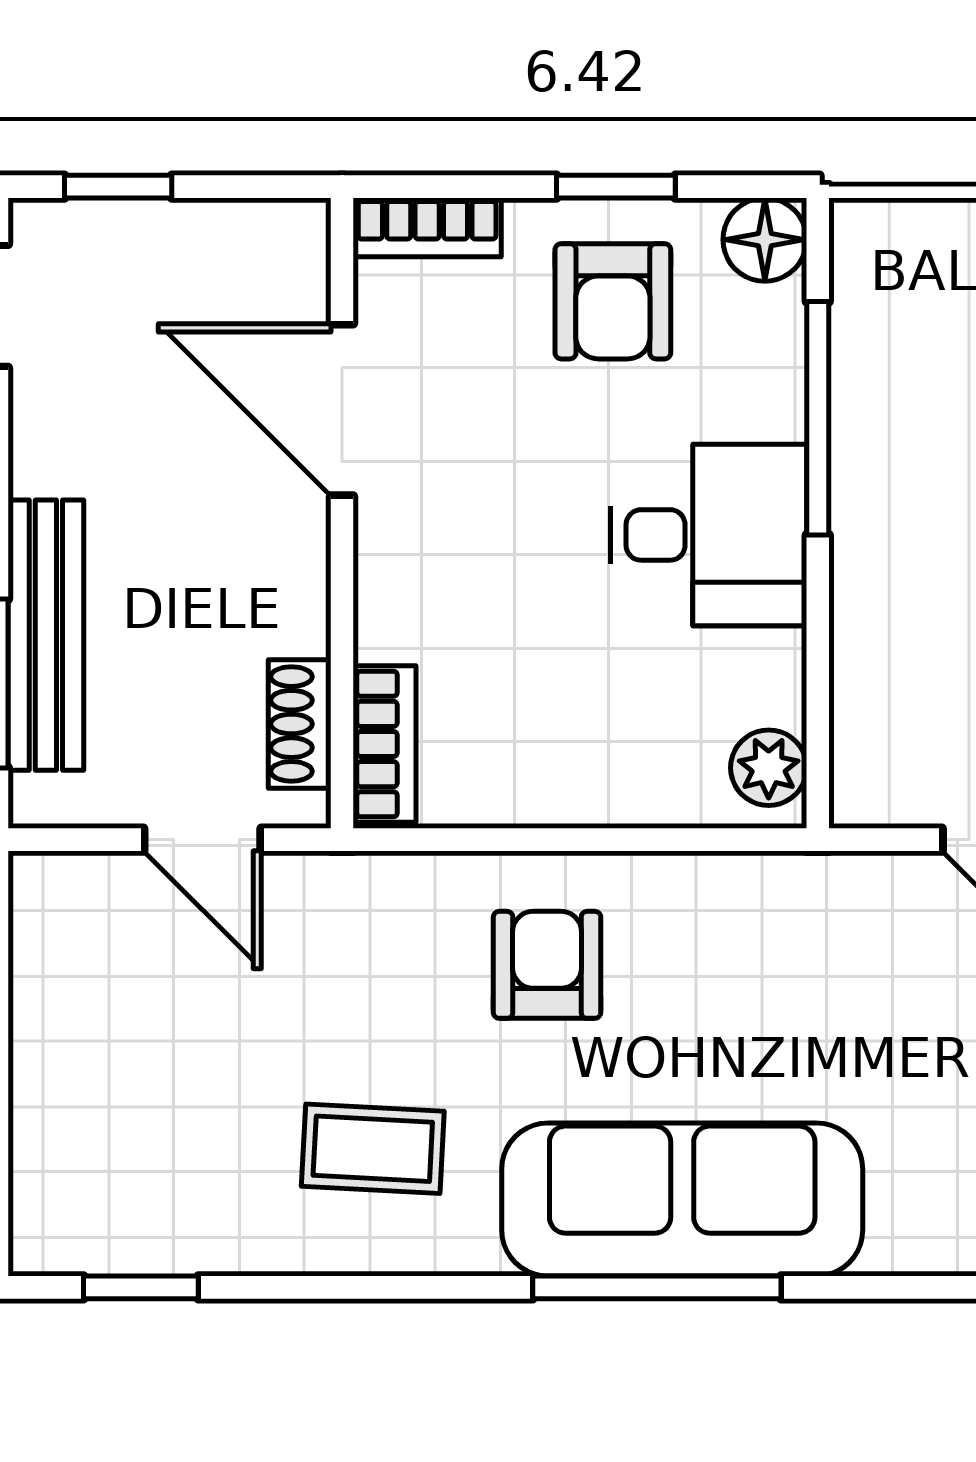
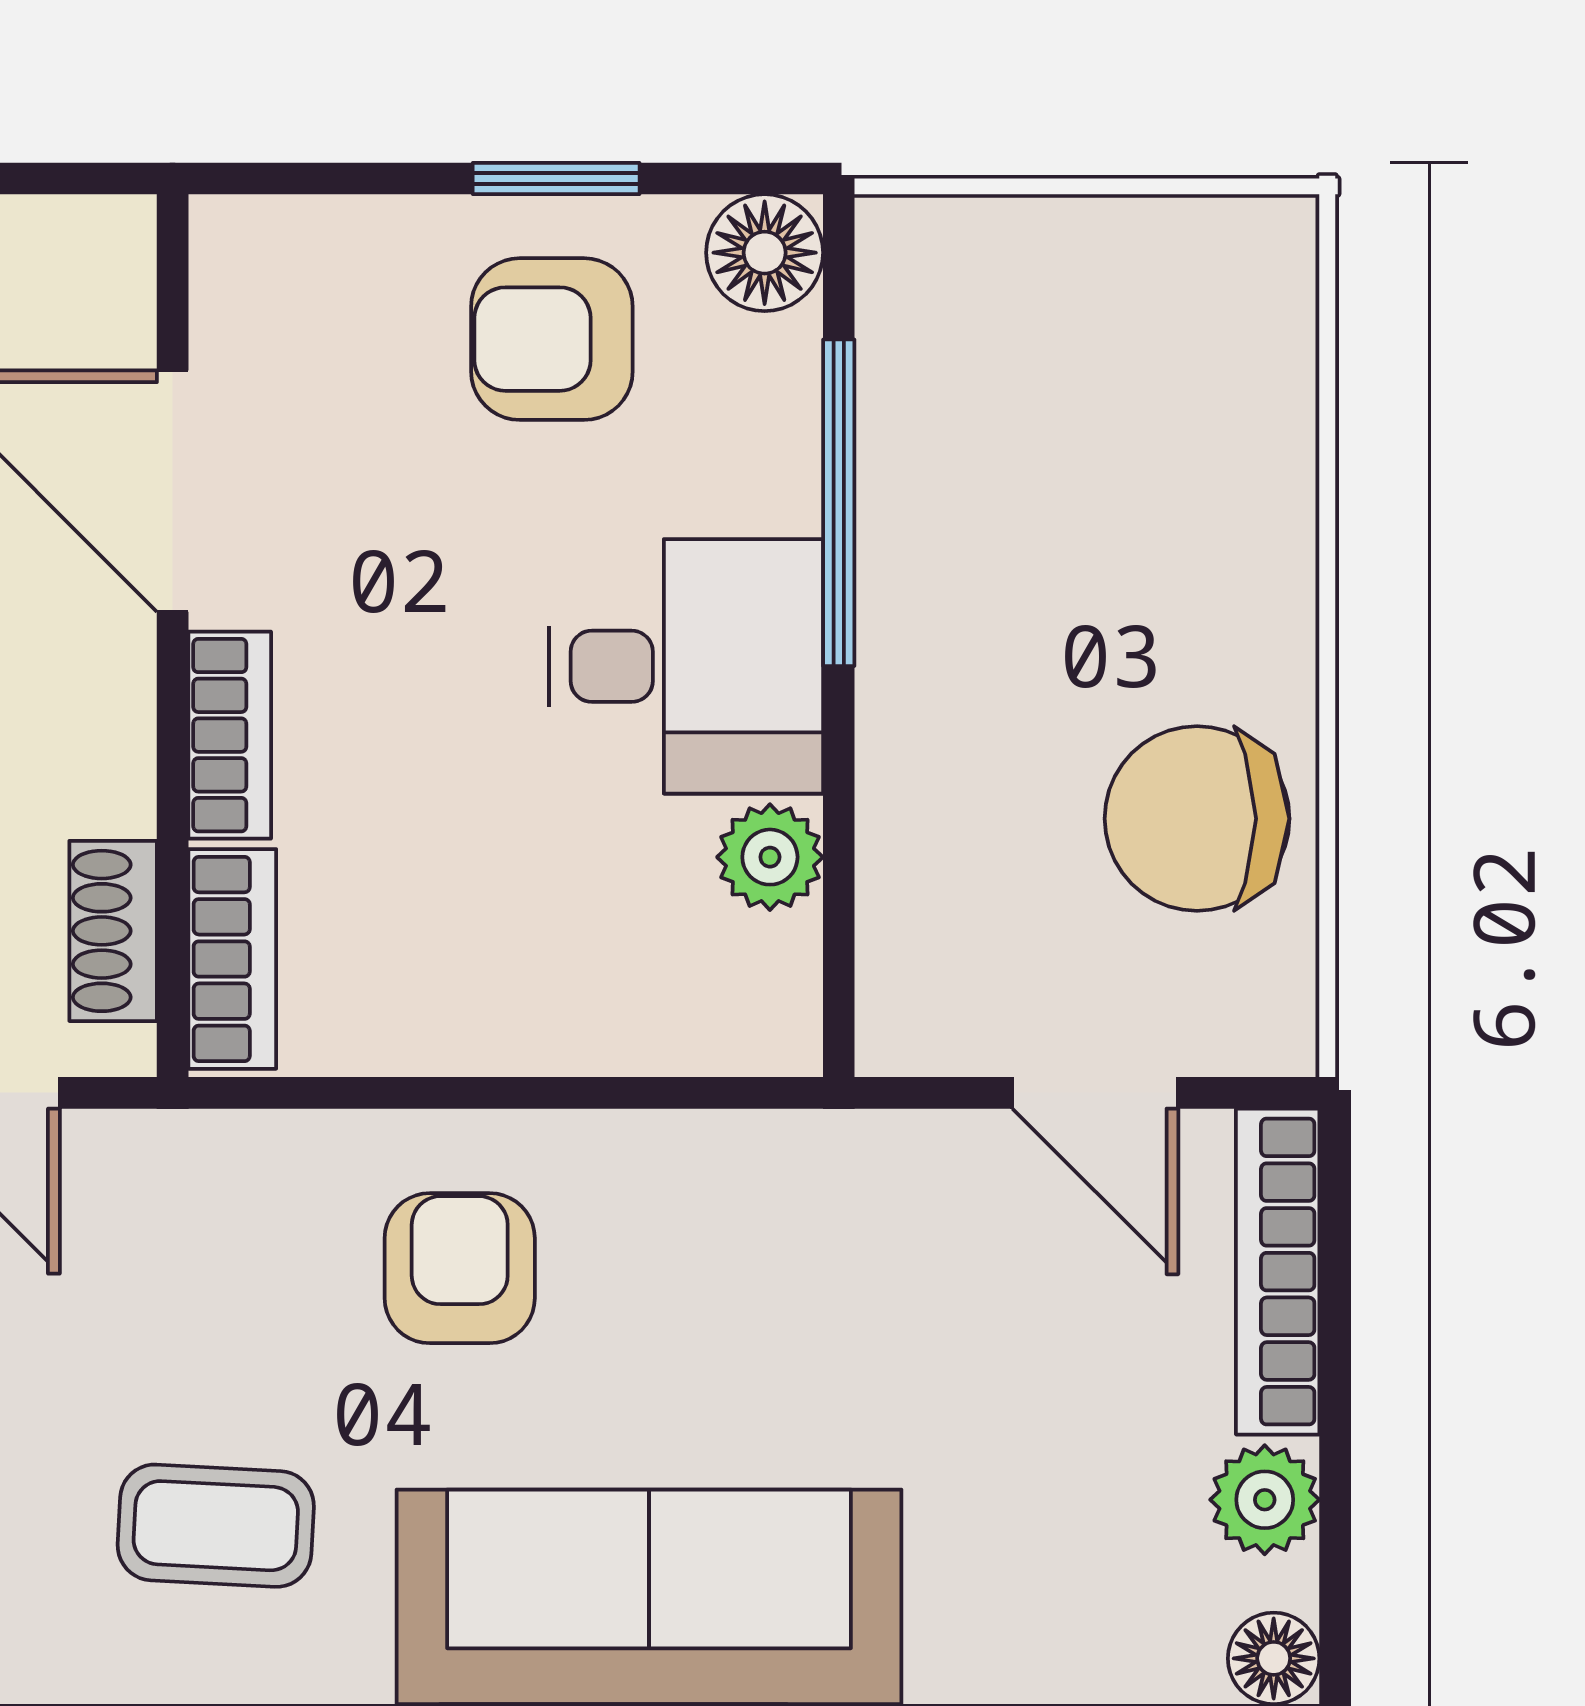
bookcase: (427, 227) -> (230, 735), moved, turned -90
armchair: (613, 301) -> (552, 339), turned 90
plant: (769, 768) -> (770, 857), moved

